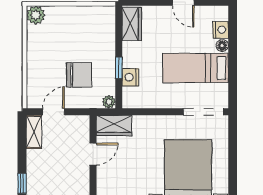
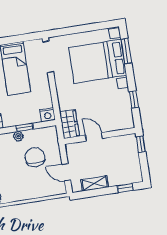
nightstand: (130, 77) -> (48, 115), moved
plant: (109, 102) -> (18, 136), moved
shelving: (34, 132) -> (95, 183), moved

